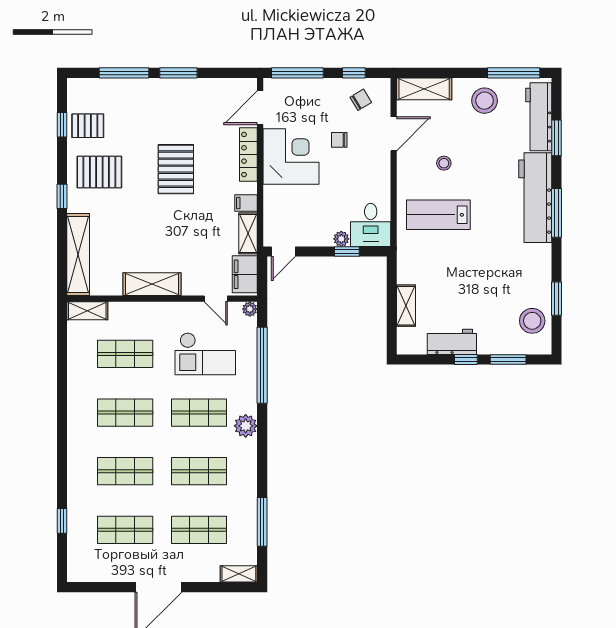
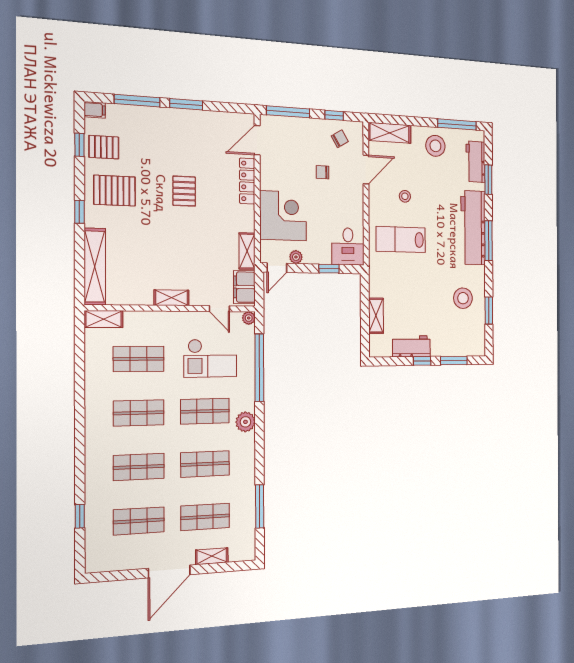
workbench: (539, 117) -> (475, 162), width x0.73
corner desk: (291, 157) -> (283, 216), moved
pallet: (176, 169) -> (184, 191), width x0.67, depth x0.71
filing cabinet: (246, 203) -> (95, 110), moved, turned 180
plant: (341, 239) -> (296, 257), moved
shelving: (152, 284) -> (172, 298), width x0.67, depth x0.75
stool: (532, 321) -> (463, 298), moved
shelving: (239, 574) -> (212, 556), moved

